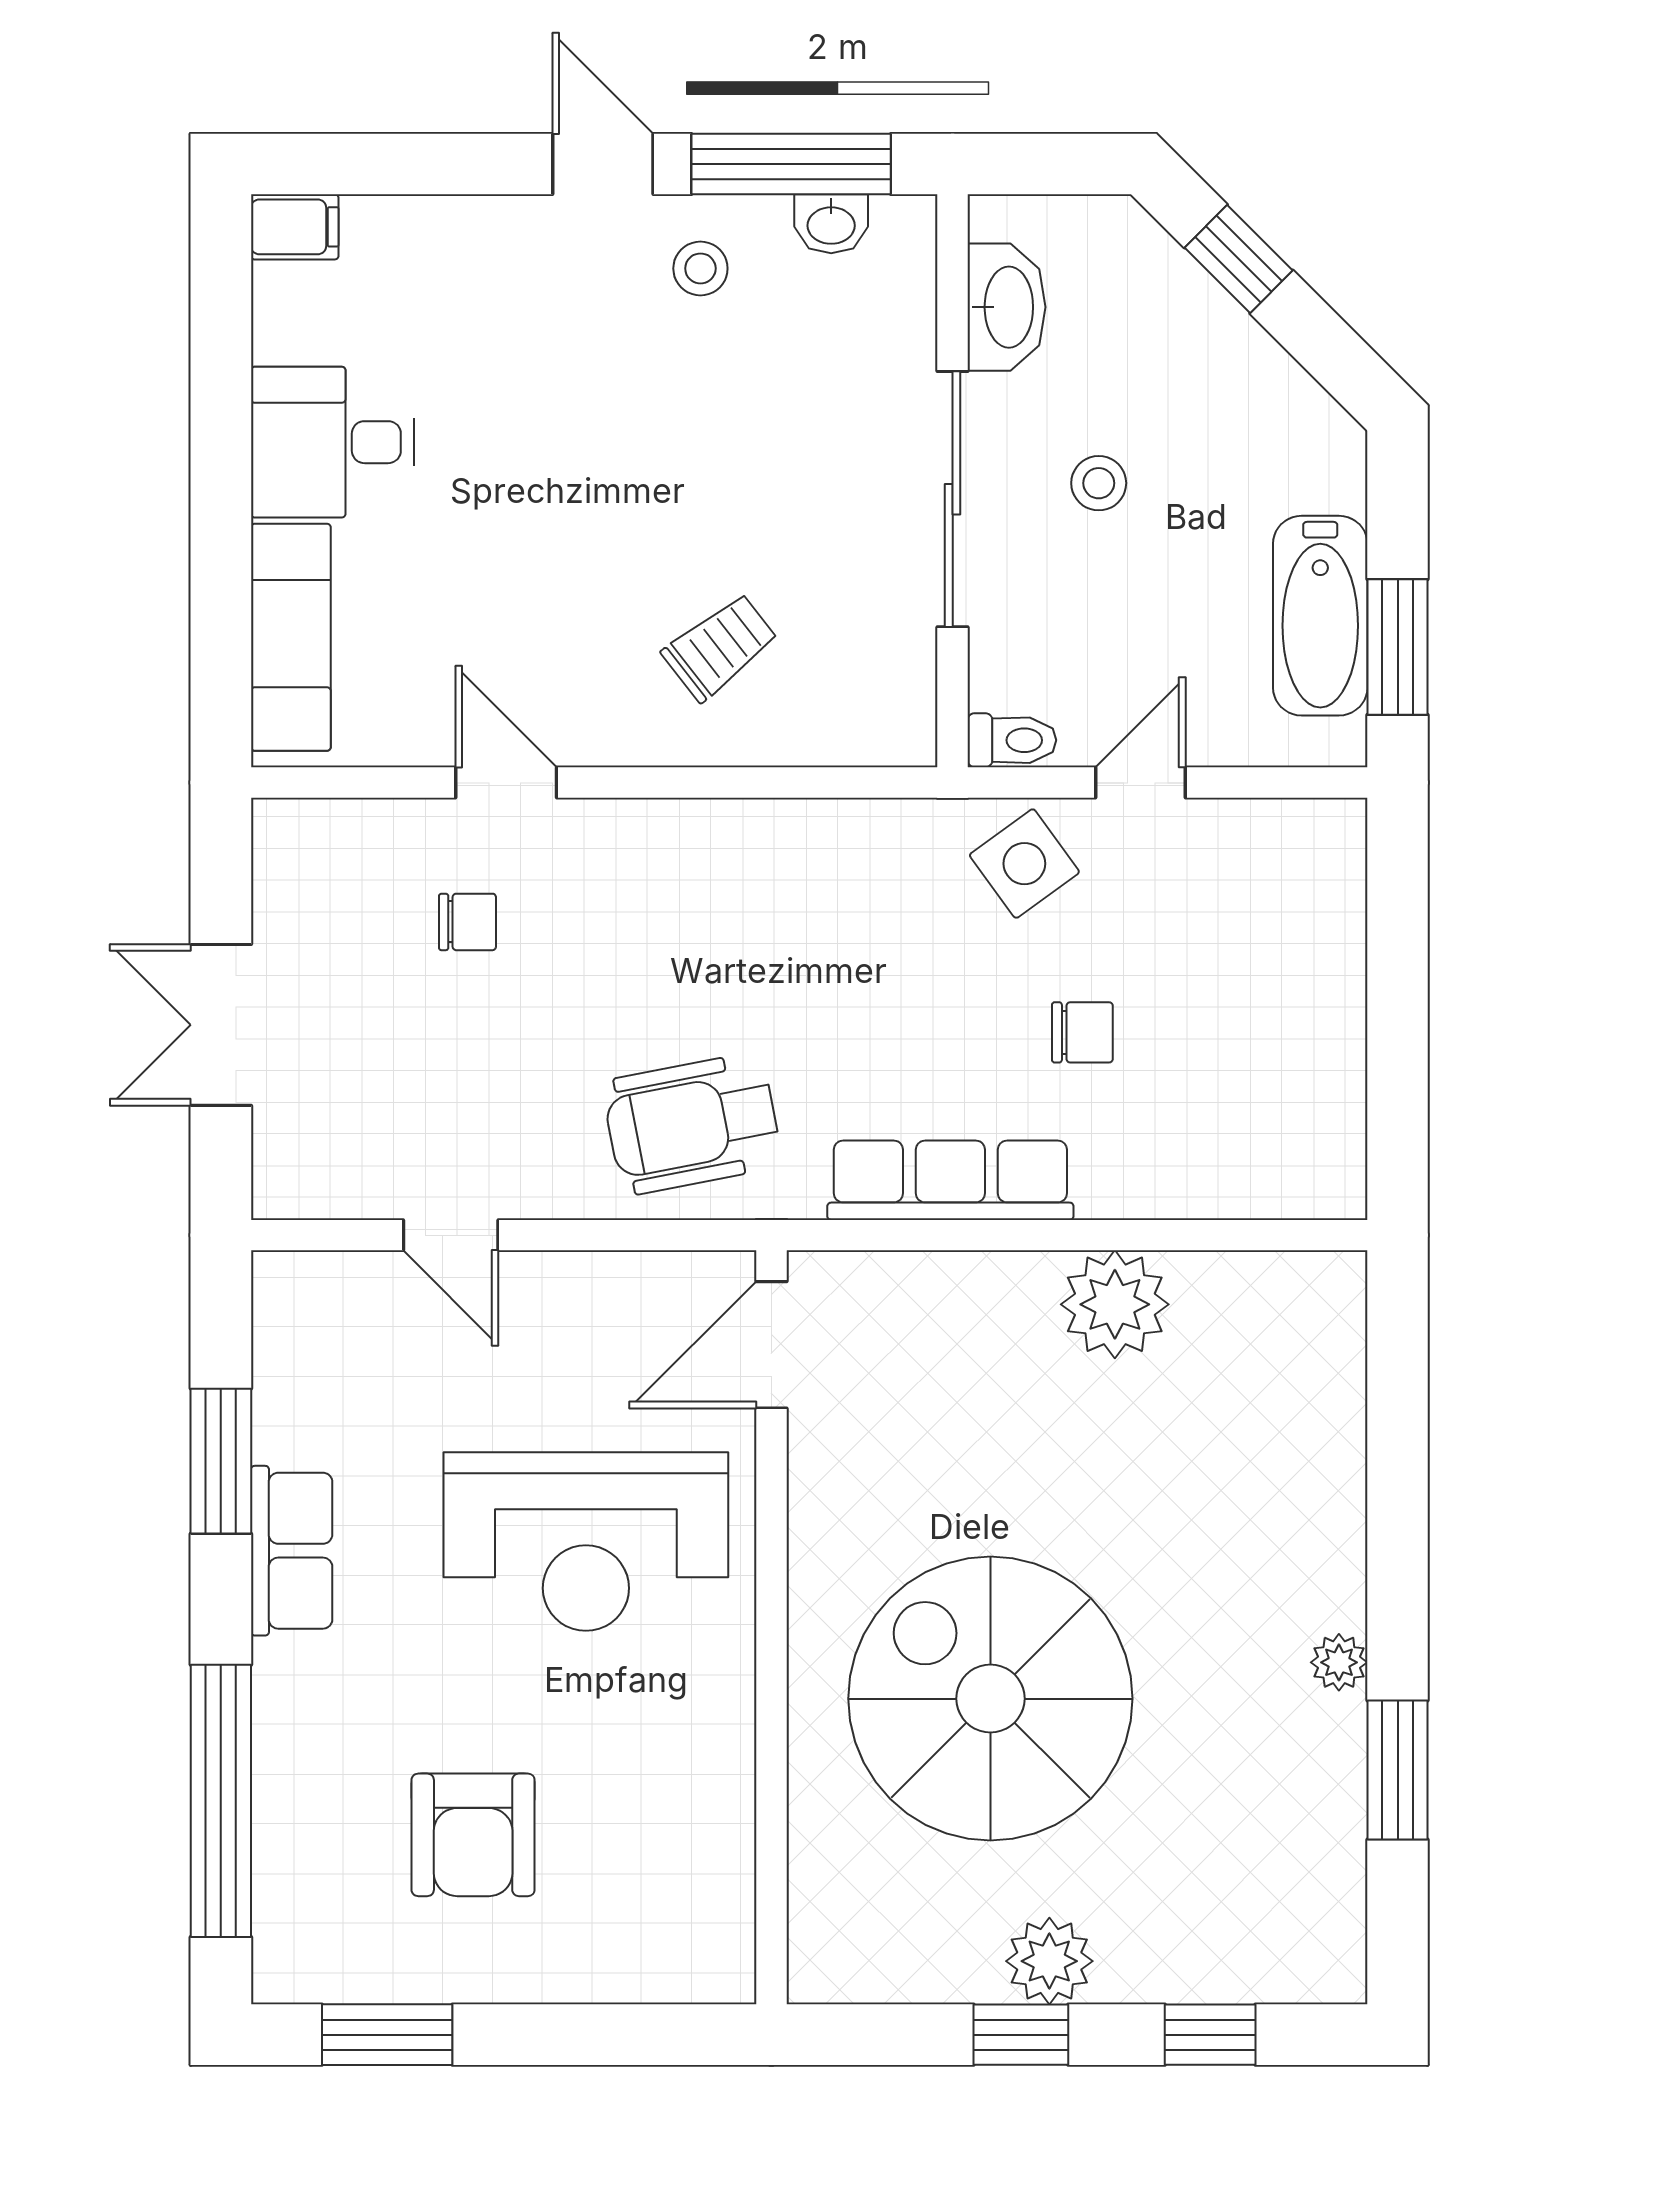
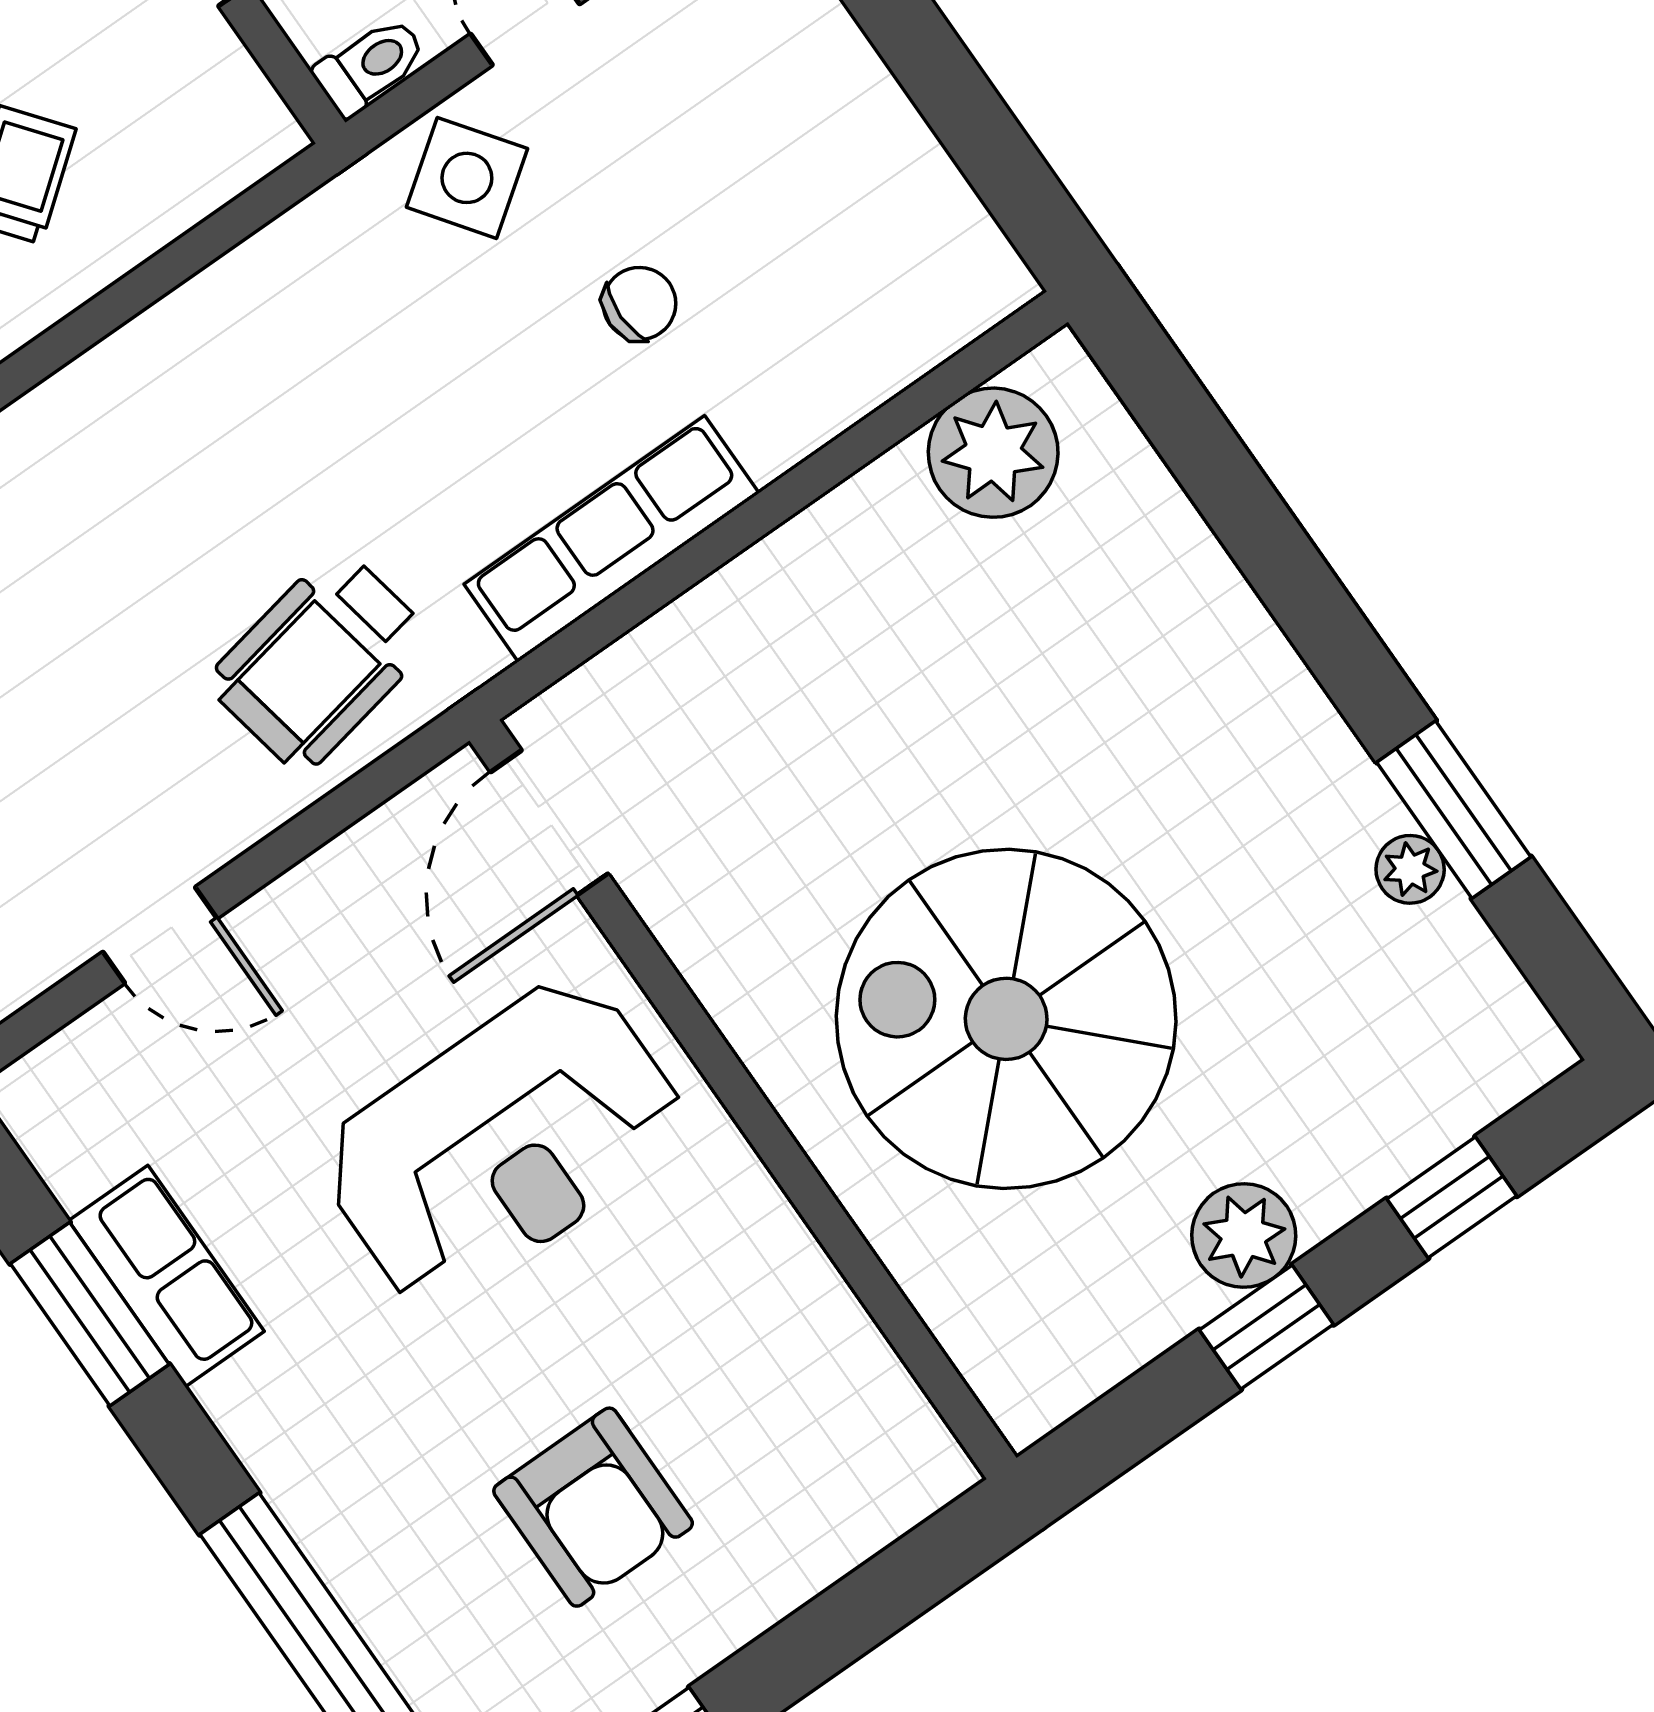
plant: (1115, 1304) -> (993, 453), moved
row of seats: (292, 1551) -> (166, 1276), moved
plant: (1339, 1662) -> (1410, 869), moved

